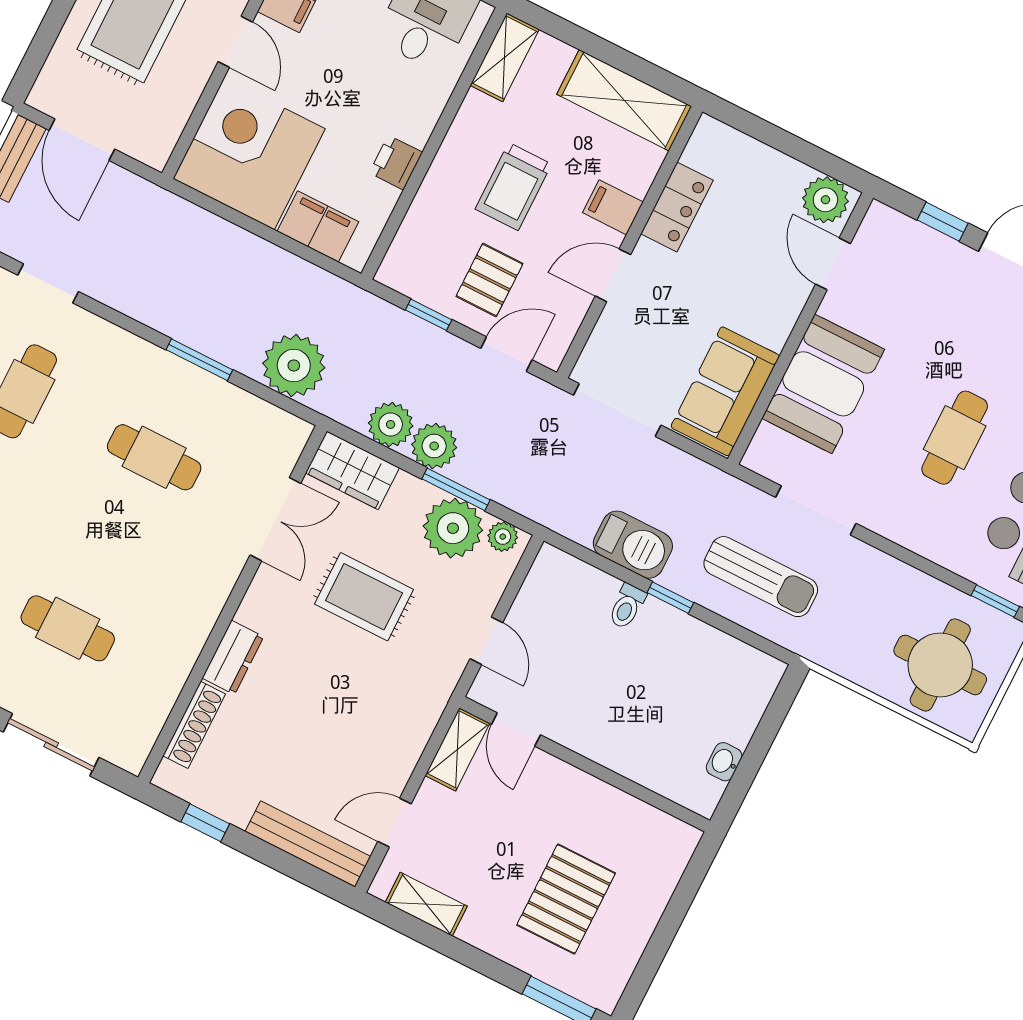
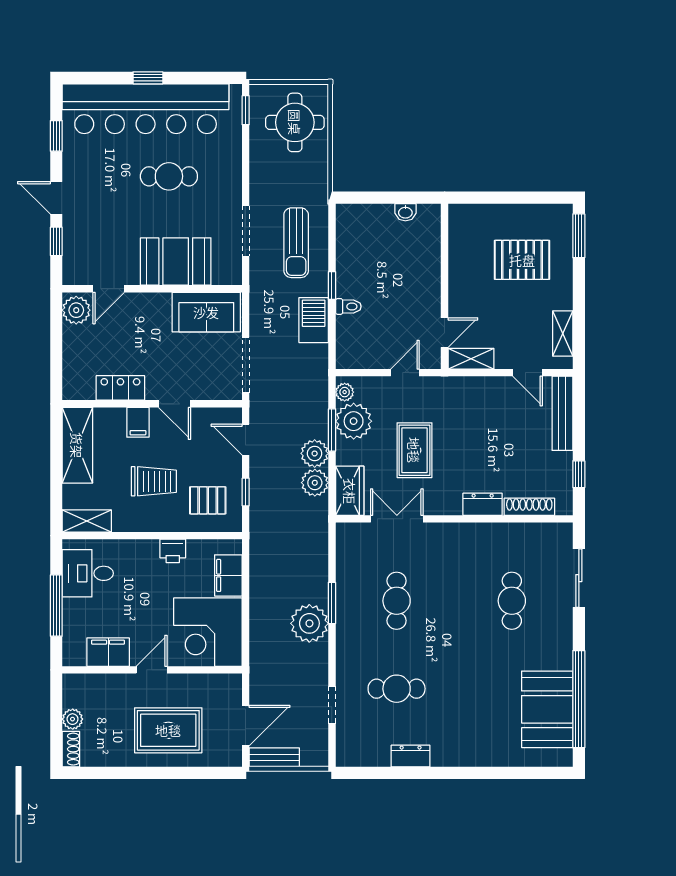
pallet: (489, 280) -> (208, 500), moved
plant: (294, 366) -> (309, 623), moved
sun lounger: (761, 577) -> (296, 243), turned 180

